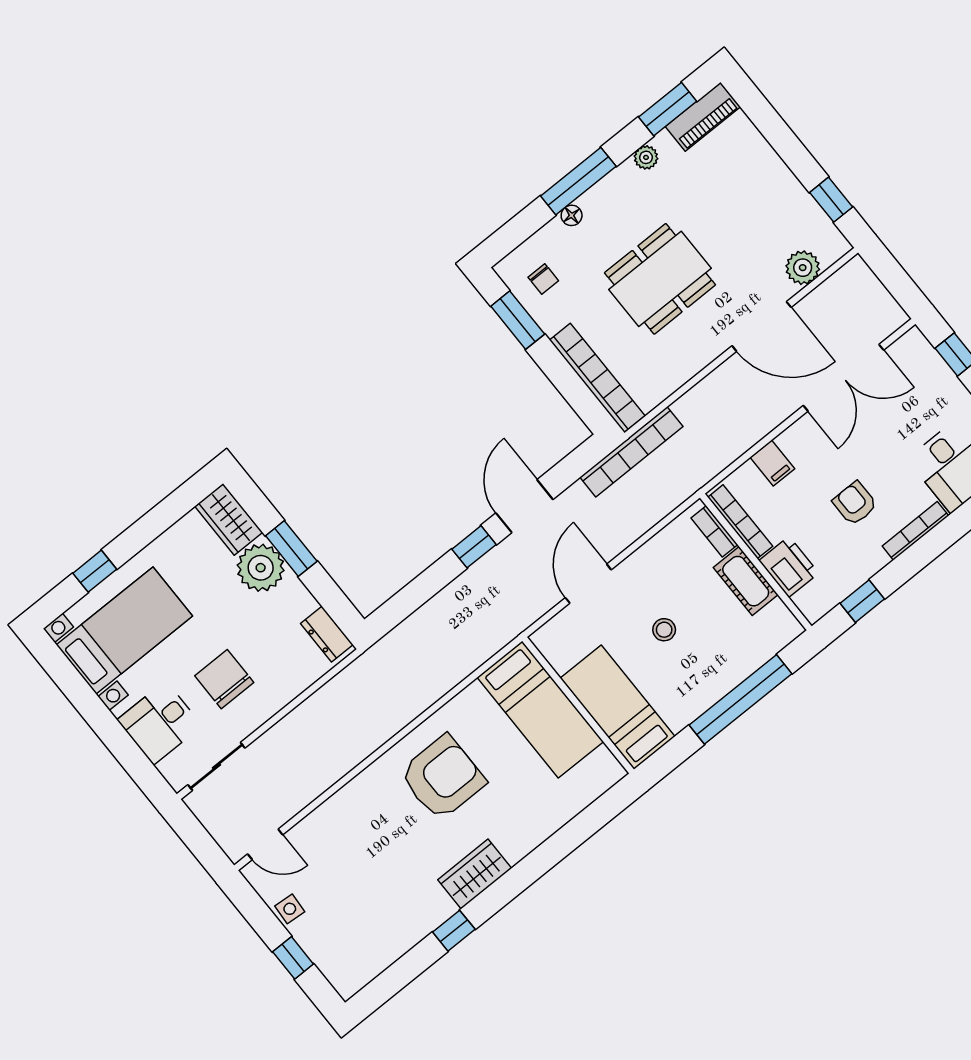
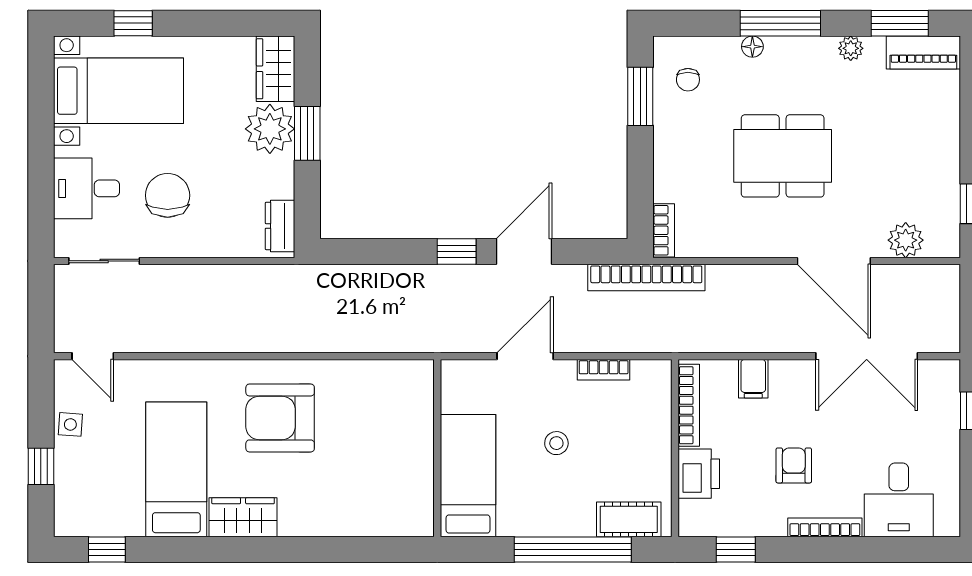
bookcase: (597, 378) -> (664, 230), width x0.43, depth x0.76
bookcase: (714, 531) -> (604, 370), moved, turned -90
cot: (746, 581) -> (629, 519), moved, turned 90
bed: (540, 710) -> (176, 469), moved, turned 180
armchair: (443, 778) -> (280, 418), turned 180
window: (454, 931) -> (107, 550), moved

